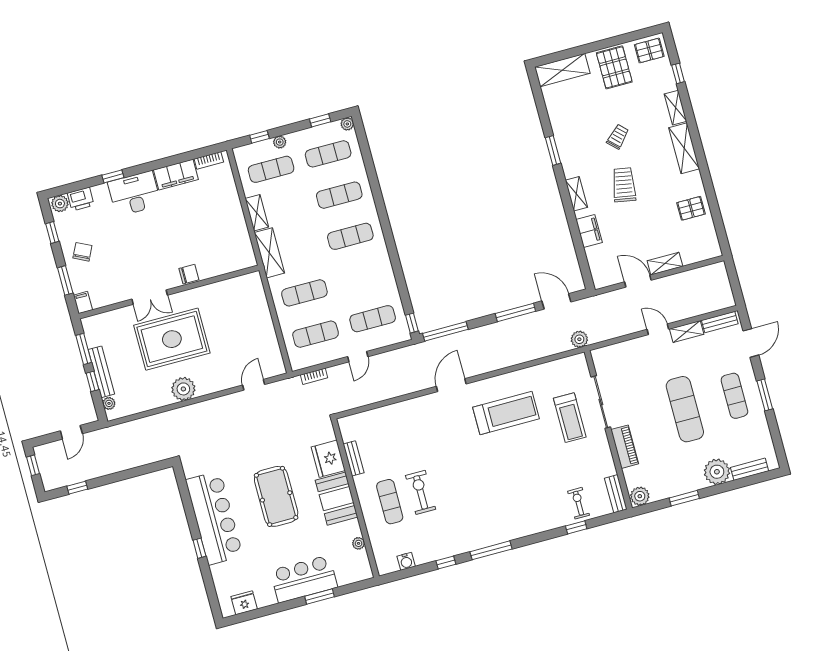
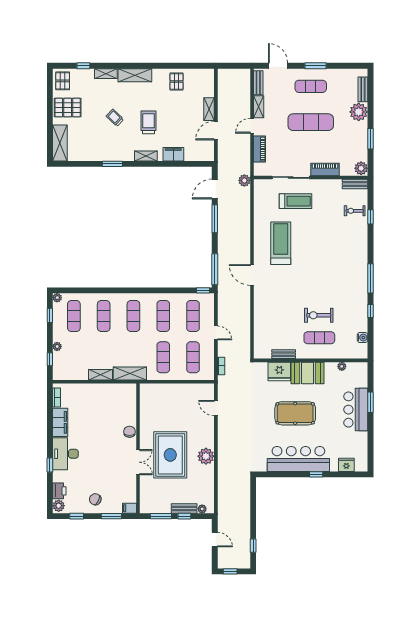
exercise mat: (271, 169) -> (163, 316), moved
trolley: (624, 185) -> (149, 122), turned 80
piano: (629, 348) -> (260, 149), added
bench: (101, 372) -> (184, 508), width x0.73
fridge: (244, 603) -> (346, 465), moved, turned 90

